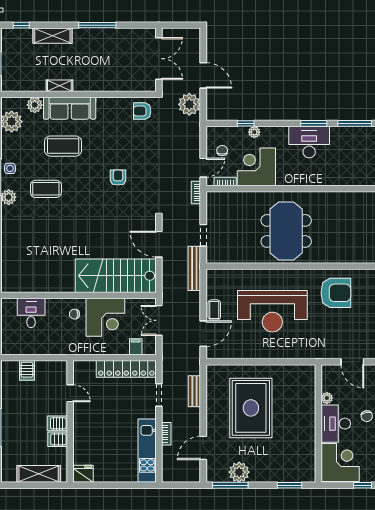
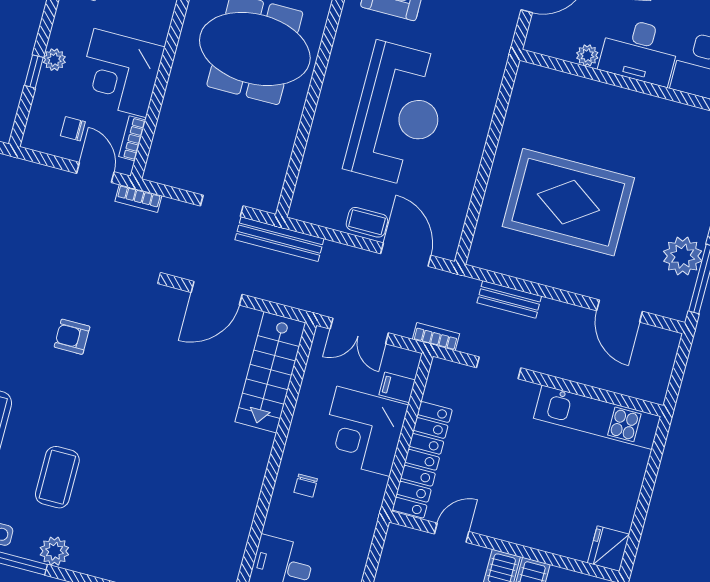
stairs: (116, 276) -> (270, 372), width x0.73, depth x0.66
corner desk: (105, 317) -> (363, 431), moved, turned 180
locker: (126, 369) -> (422, 460), moved
bookcase: (166, 434) -> (436, 337), moved

